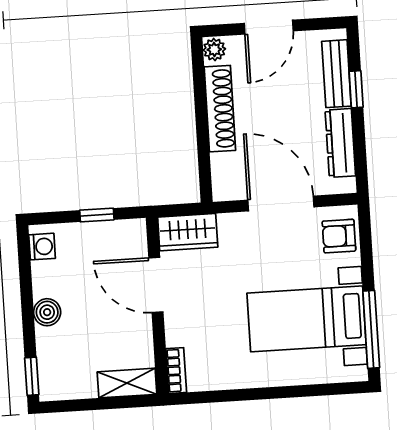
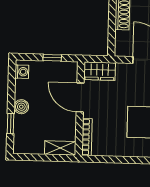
bookcase: (176, 371) -> (87, 137), width x1.56
window: (32, 376) -> (11, 124), moved

